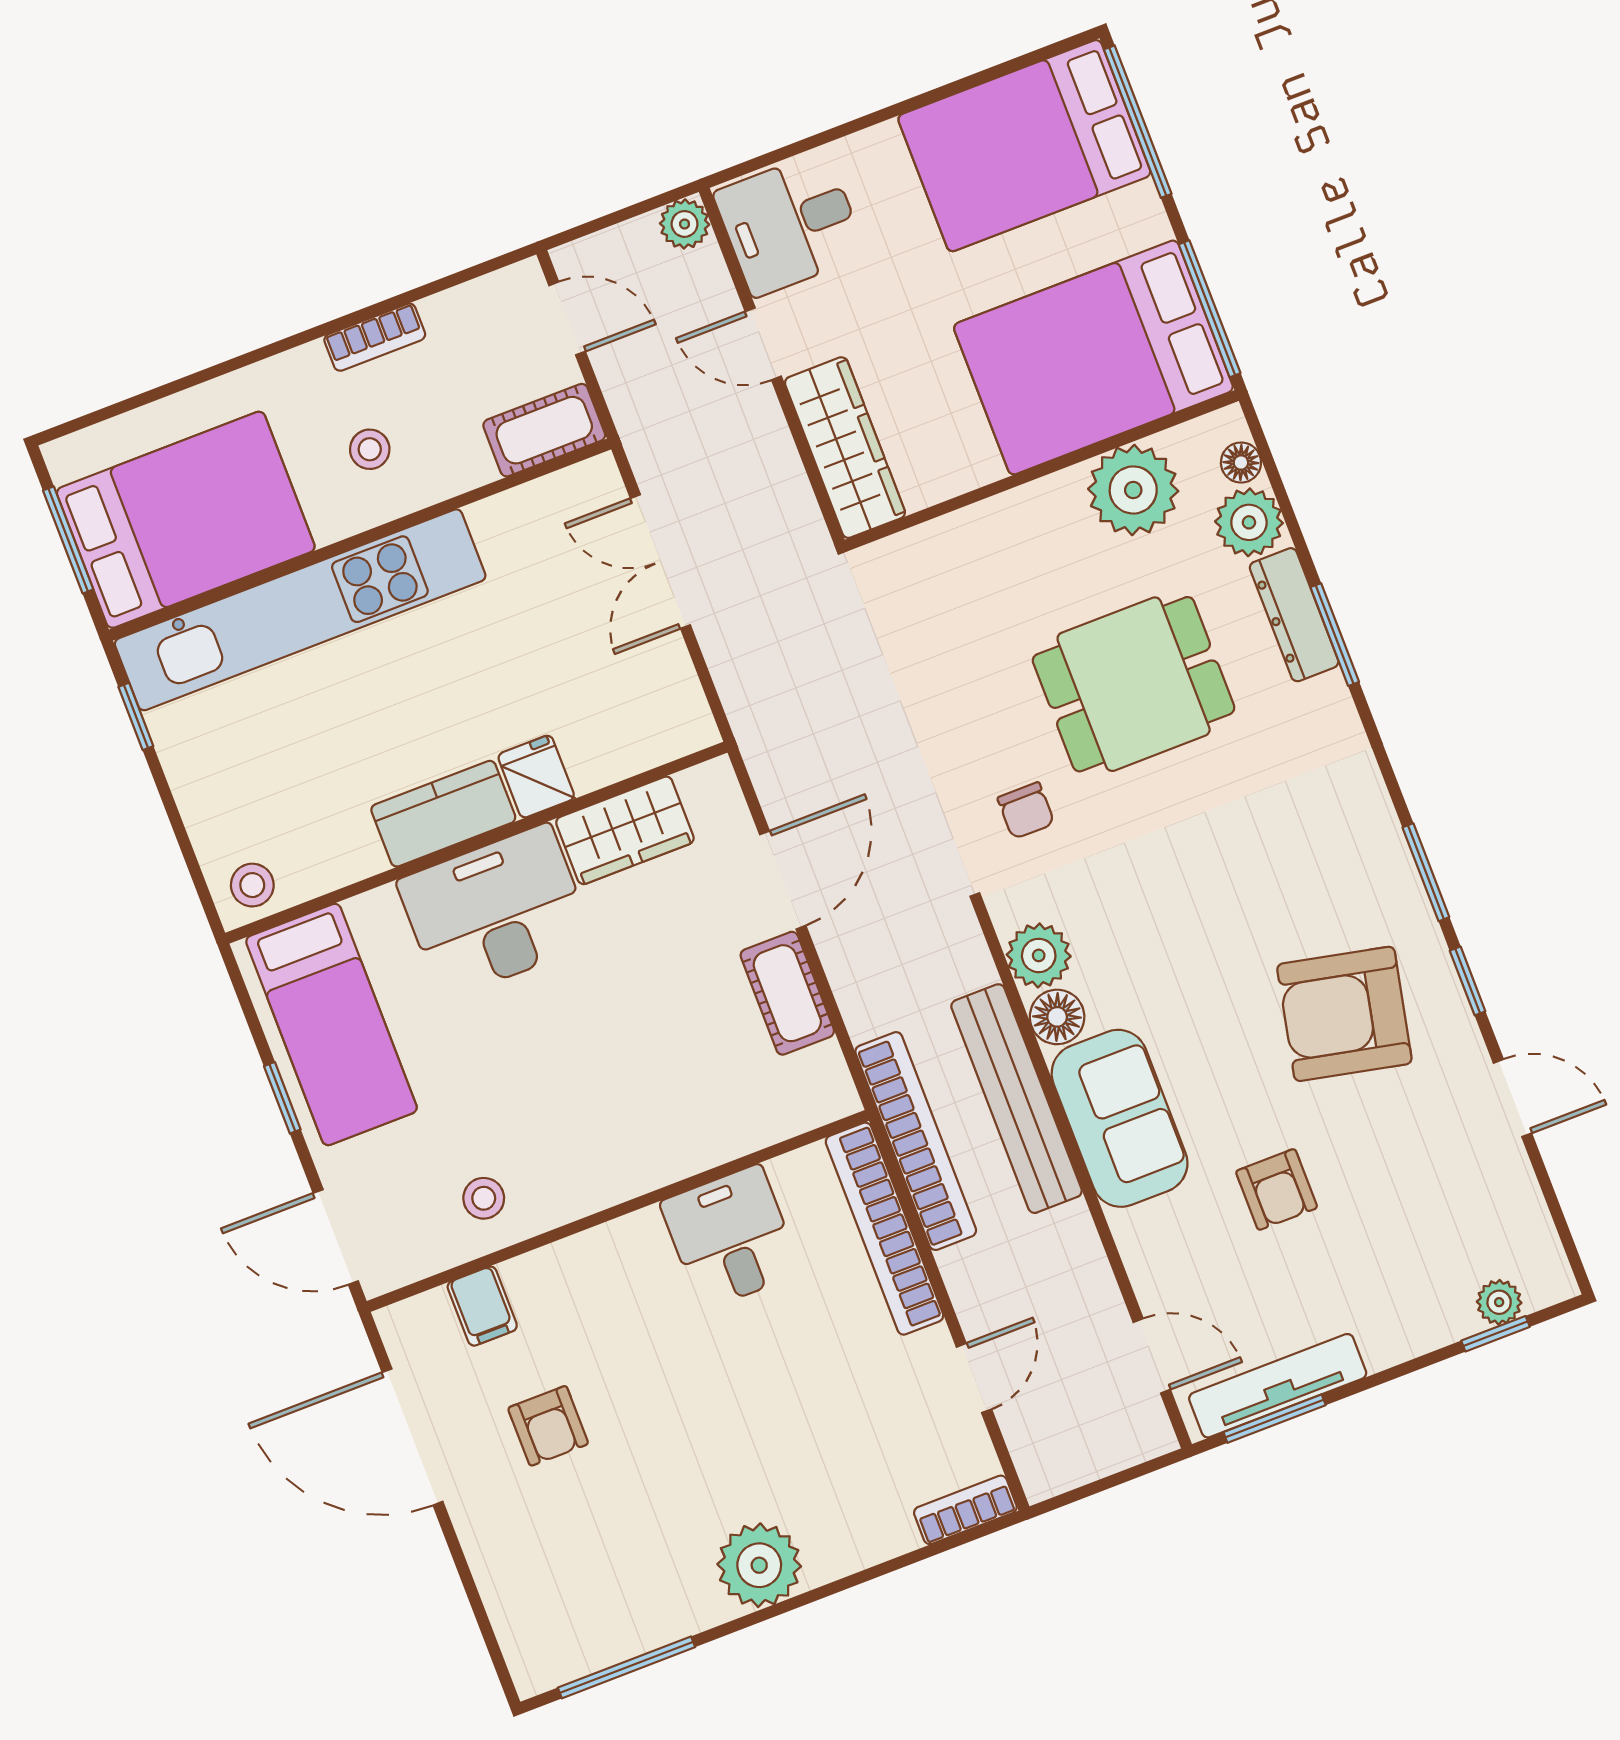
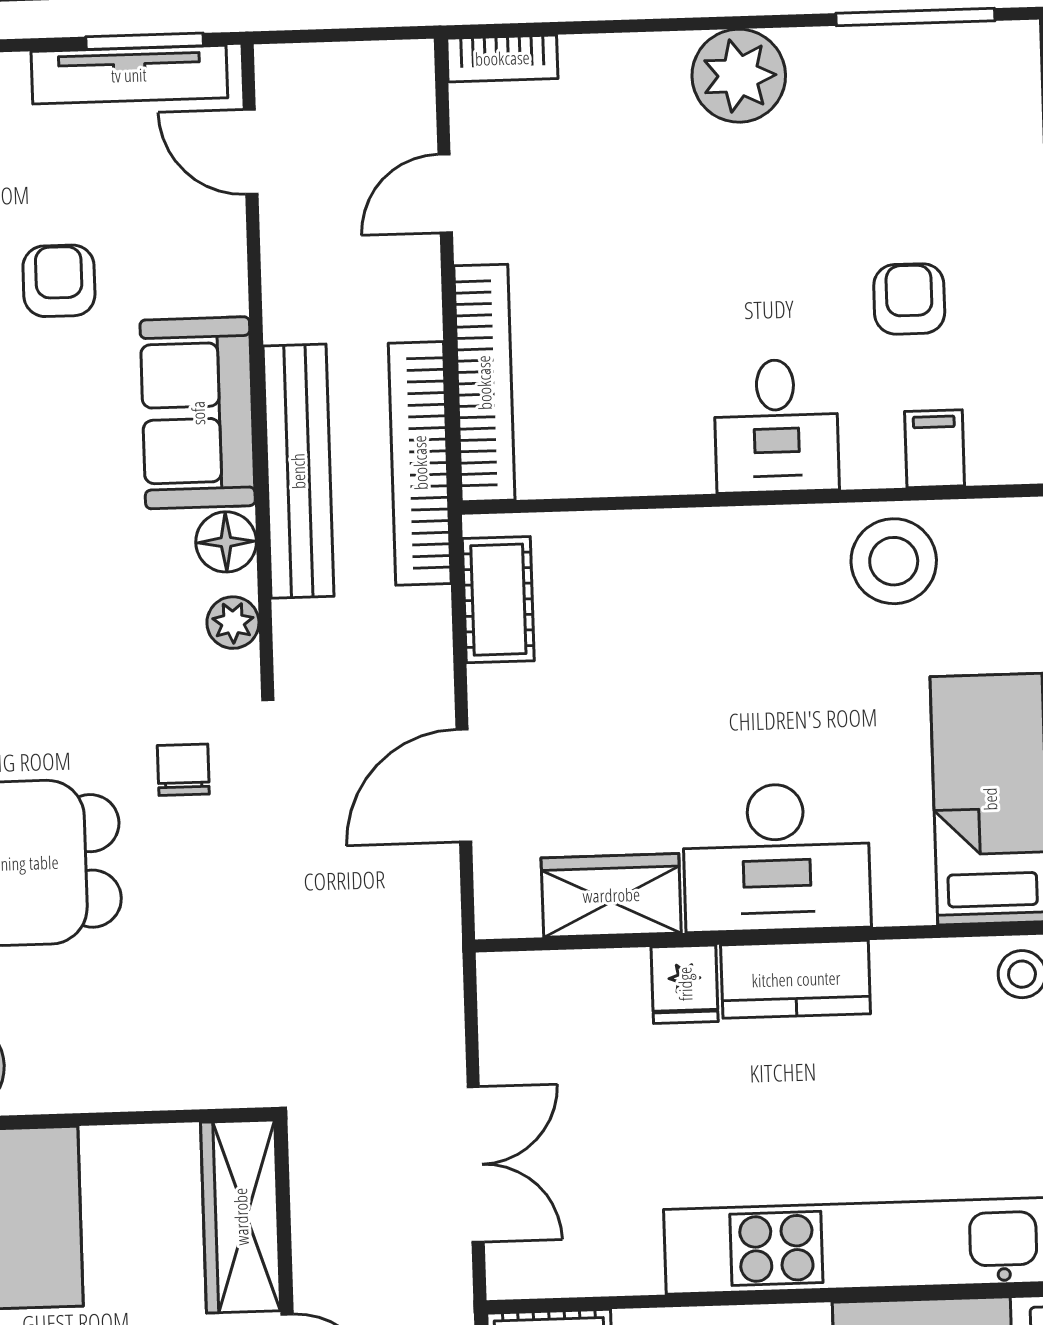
plant: (1039, 955) -> (233, 623), width x0.73, depth x0.73
cot: (787, 993) -> (498, 600), moved
stool: (484, 1198) -> (894, 561), width x1.89, depth x1.89
desk: (731, 1237) -> (776, 426), moved

